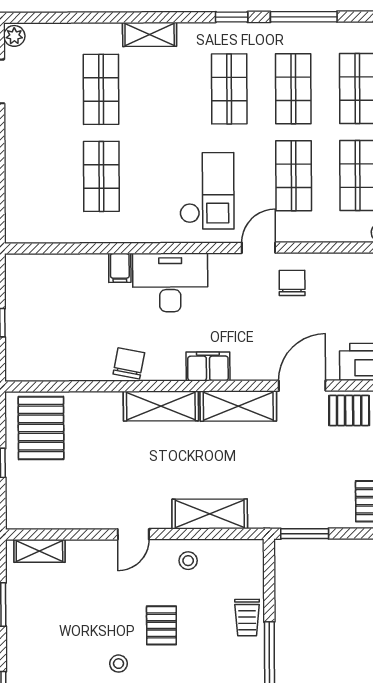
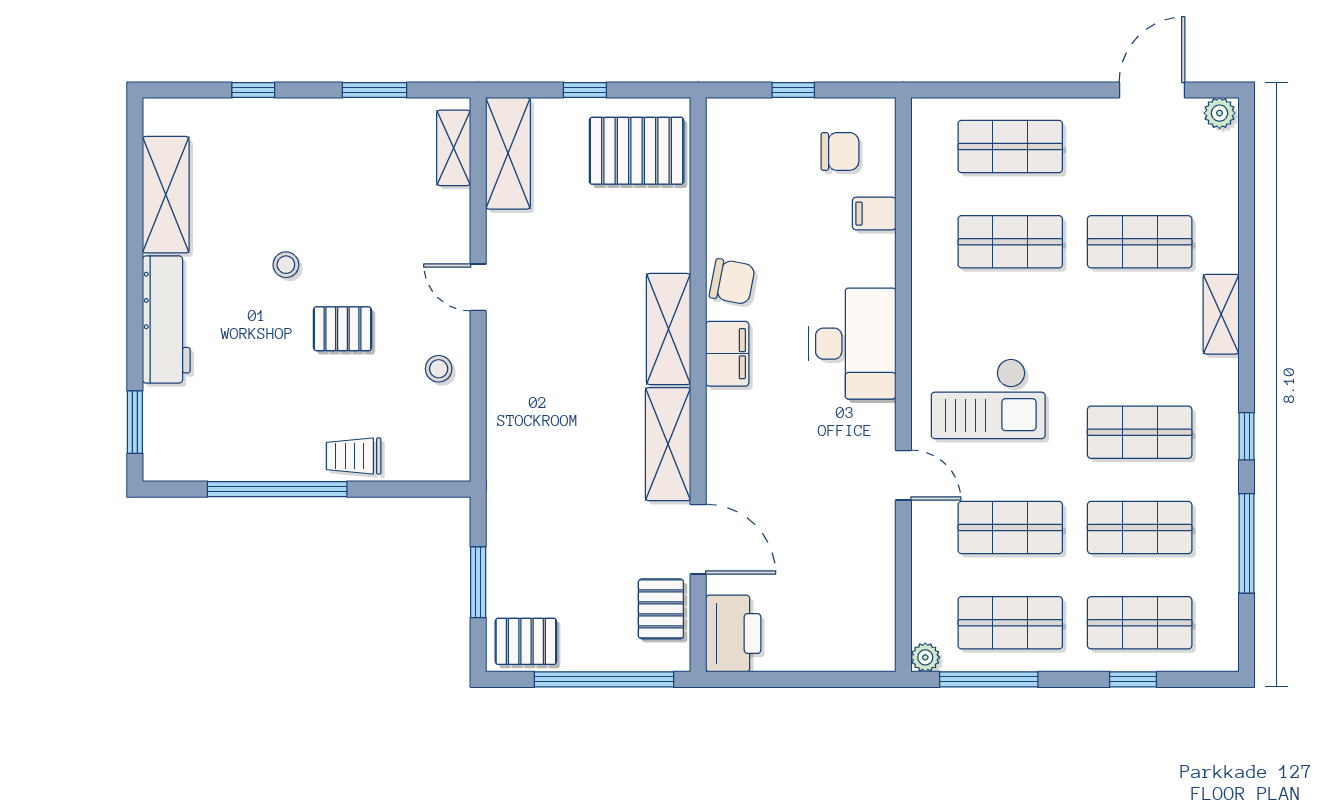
shop shelf: (37, 177) -> (1010, 146), added
filing cabinet: (120, 268) -> (874, 214), moved
chair: (292, 283) -> (840, 151), moved
filing cabinet: (208, 366) -> (727, 354), moved
shelving: (210, 514) -> (508, 153), moved
window: (305, 534) -> (478, 582), moved

